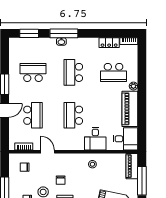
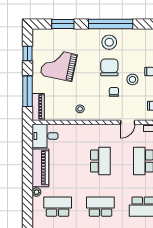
school desk: (73, 72) -> (100, 207), turned -90
desk: (95, 139) -> (77, 136), removed
door: (48, 152) -> (128, 122), hinge flipped

